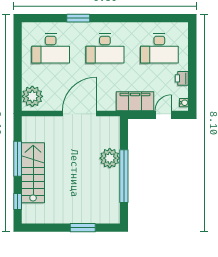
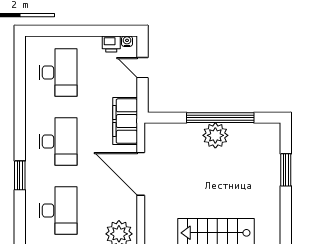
printer: (182, 78) -> (111, 44), moved
filing cabinet: (135, 101) -> (125, 121), moved
plant: (110, 158) -> (215, 135), moved

